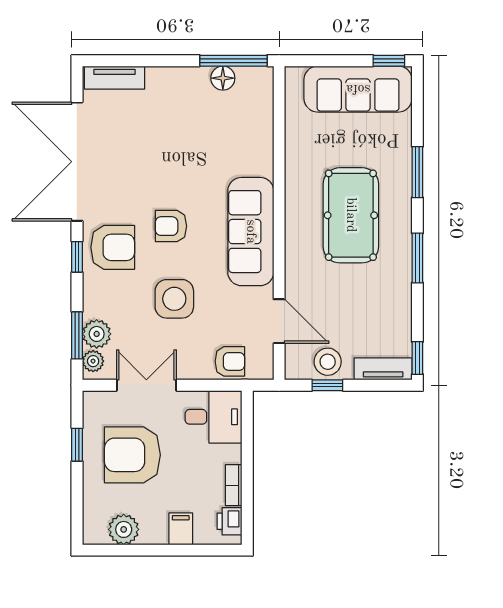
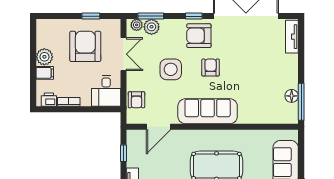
armchair: (113, 247) -> (199, 36), turned 90
stool: (328, 362) -> (136, 153), removed
plant: (124, 529) -> (44, 57), moved

